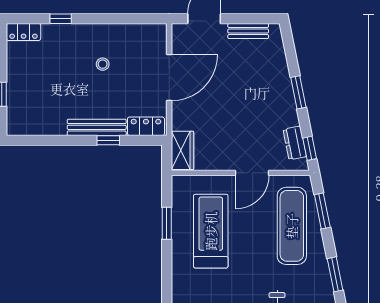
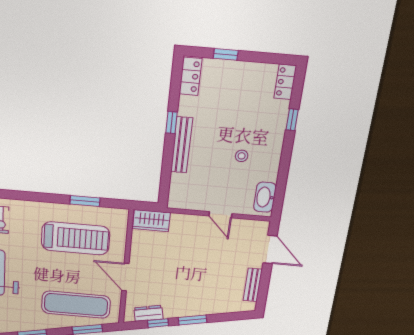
washbasin: (145, 33) -> (265, 197), added
door: (169, 78) -> (220, 215), width x0.53
locker: (146, 126) -> (190, 76), moved
window: (108, 140) -> (171, 123), moved
window: (310, 148) -> (158, 323), moved

